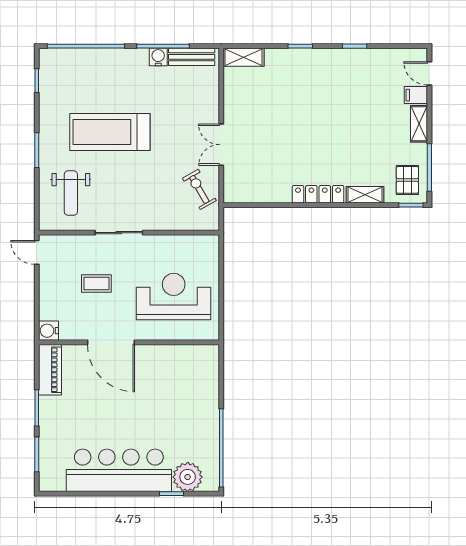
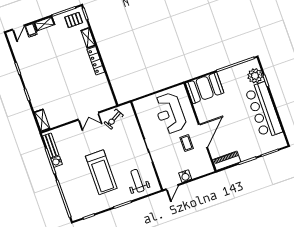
weight bench: (71, 193) -> (137, 181), turned -90
coffee table: (96, 283) -> (187, 143), moved
water cooler: (49, 331) -> (185, 176), moved
booth: (198, 377) -> (205, 88), added

